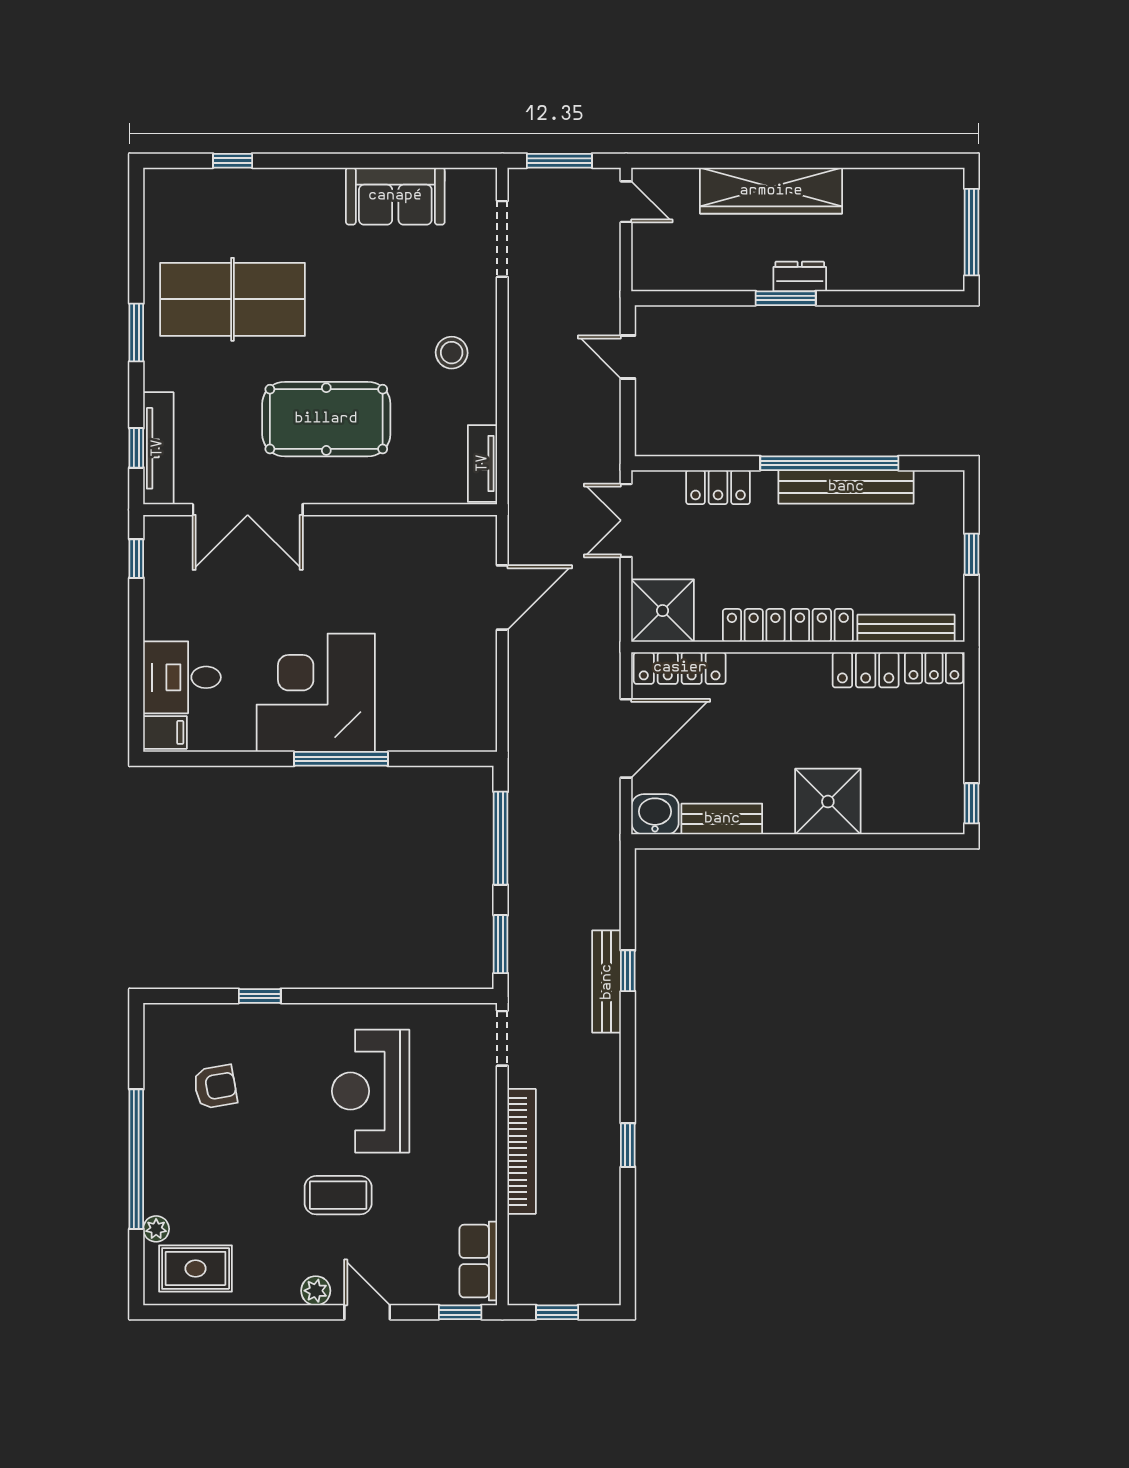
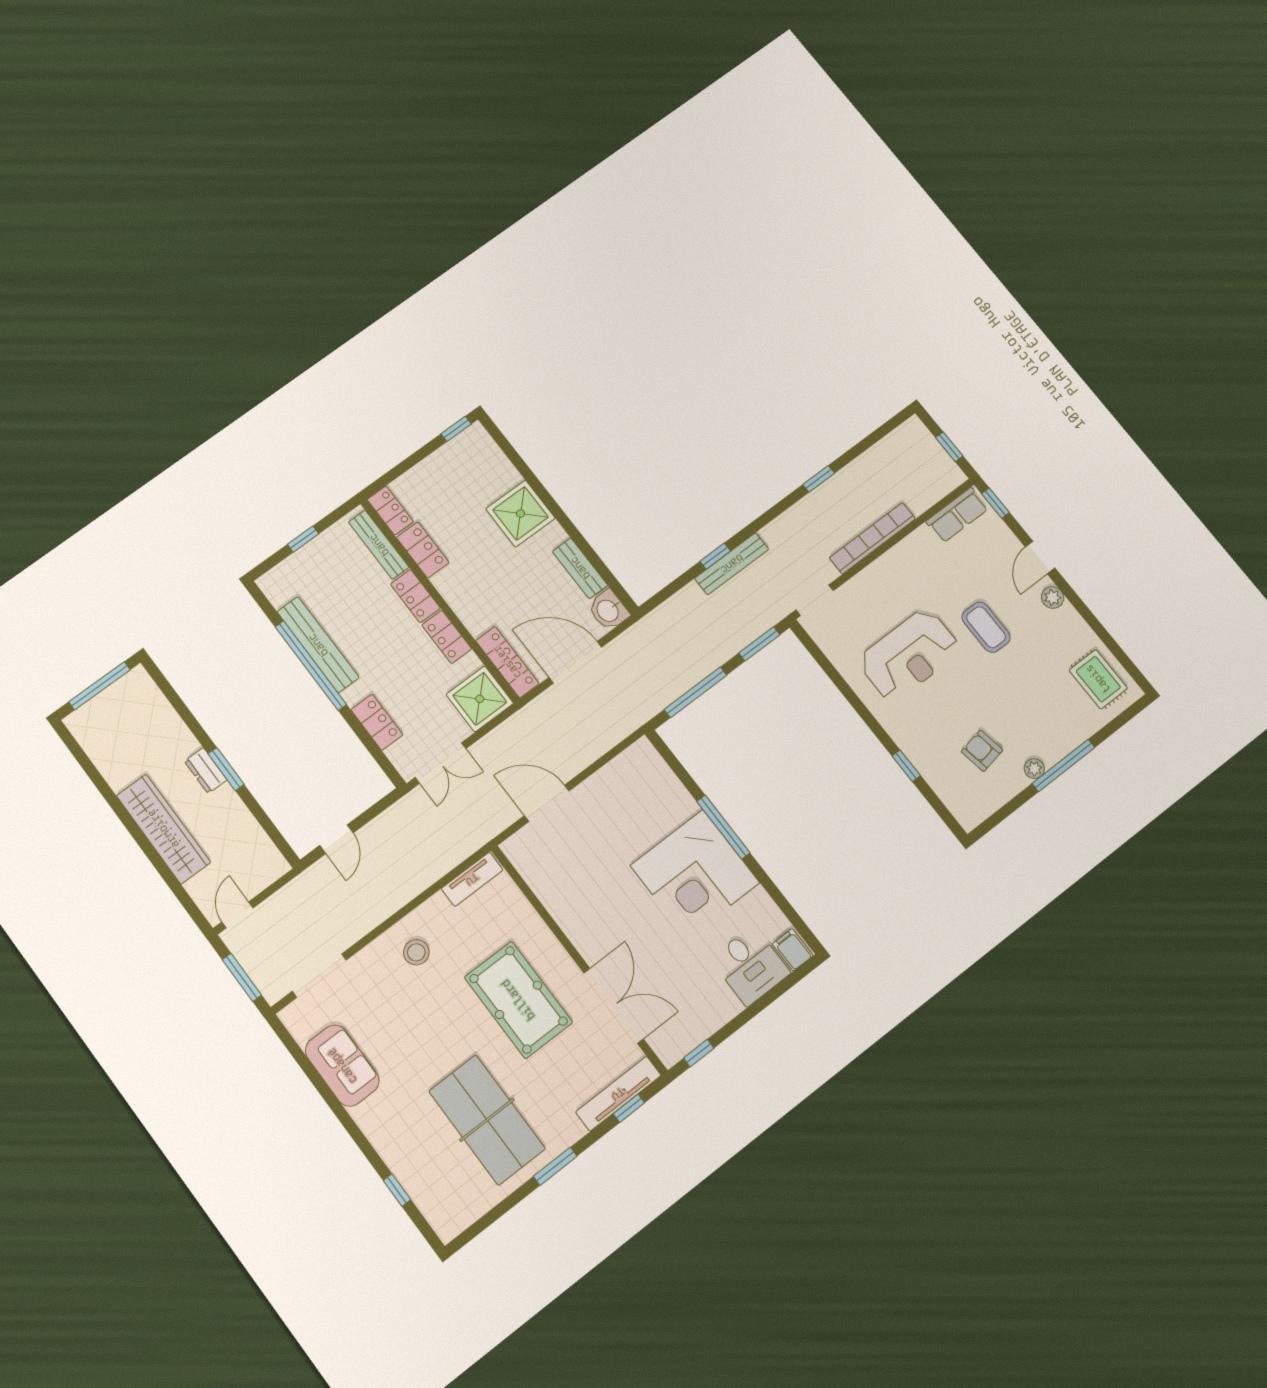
window: (136, 1159) -> (1063, 765), width x0.68
plant: (156, 1229) -> (1034, 769), moved

